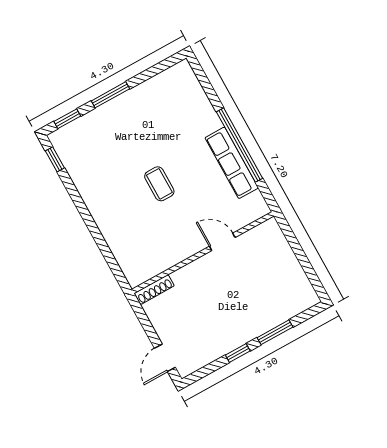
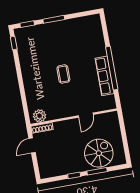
door: (222, 242) -> (86, 115), swing flipped
plant: (143, 270) -> (39, 116), added
spiral stairs: (267, 300) -> (99, 153), added
door: (165, 358) -> (32, 146), moved

